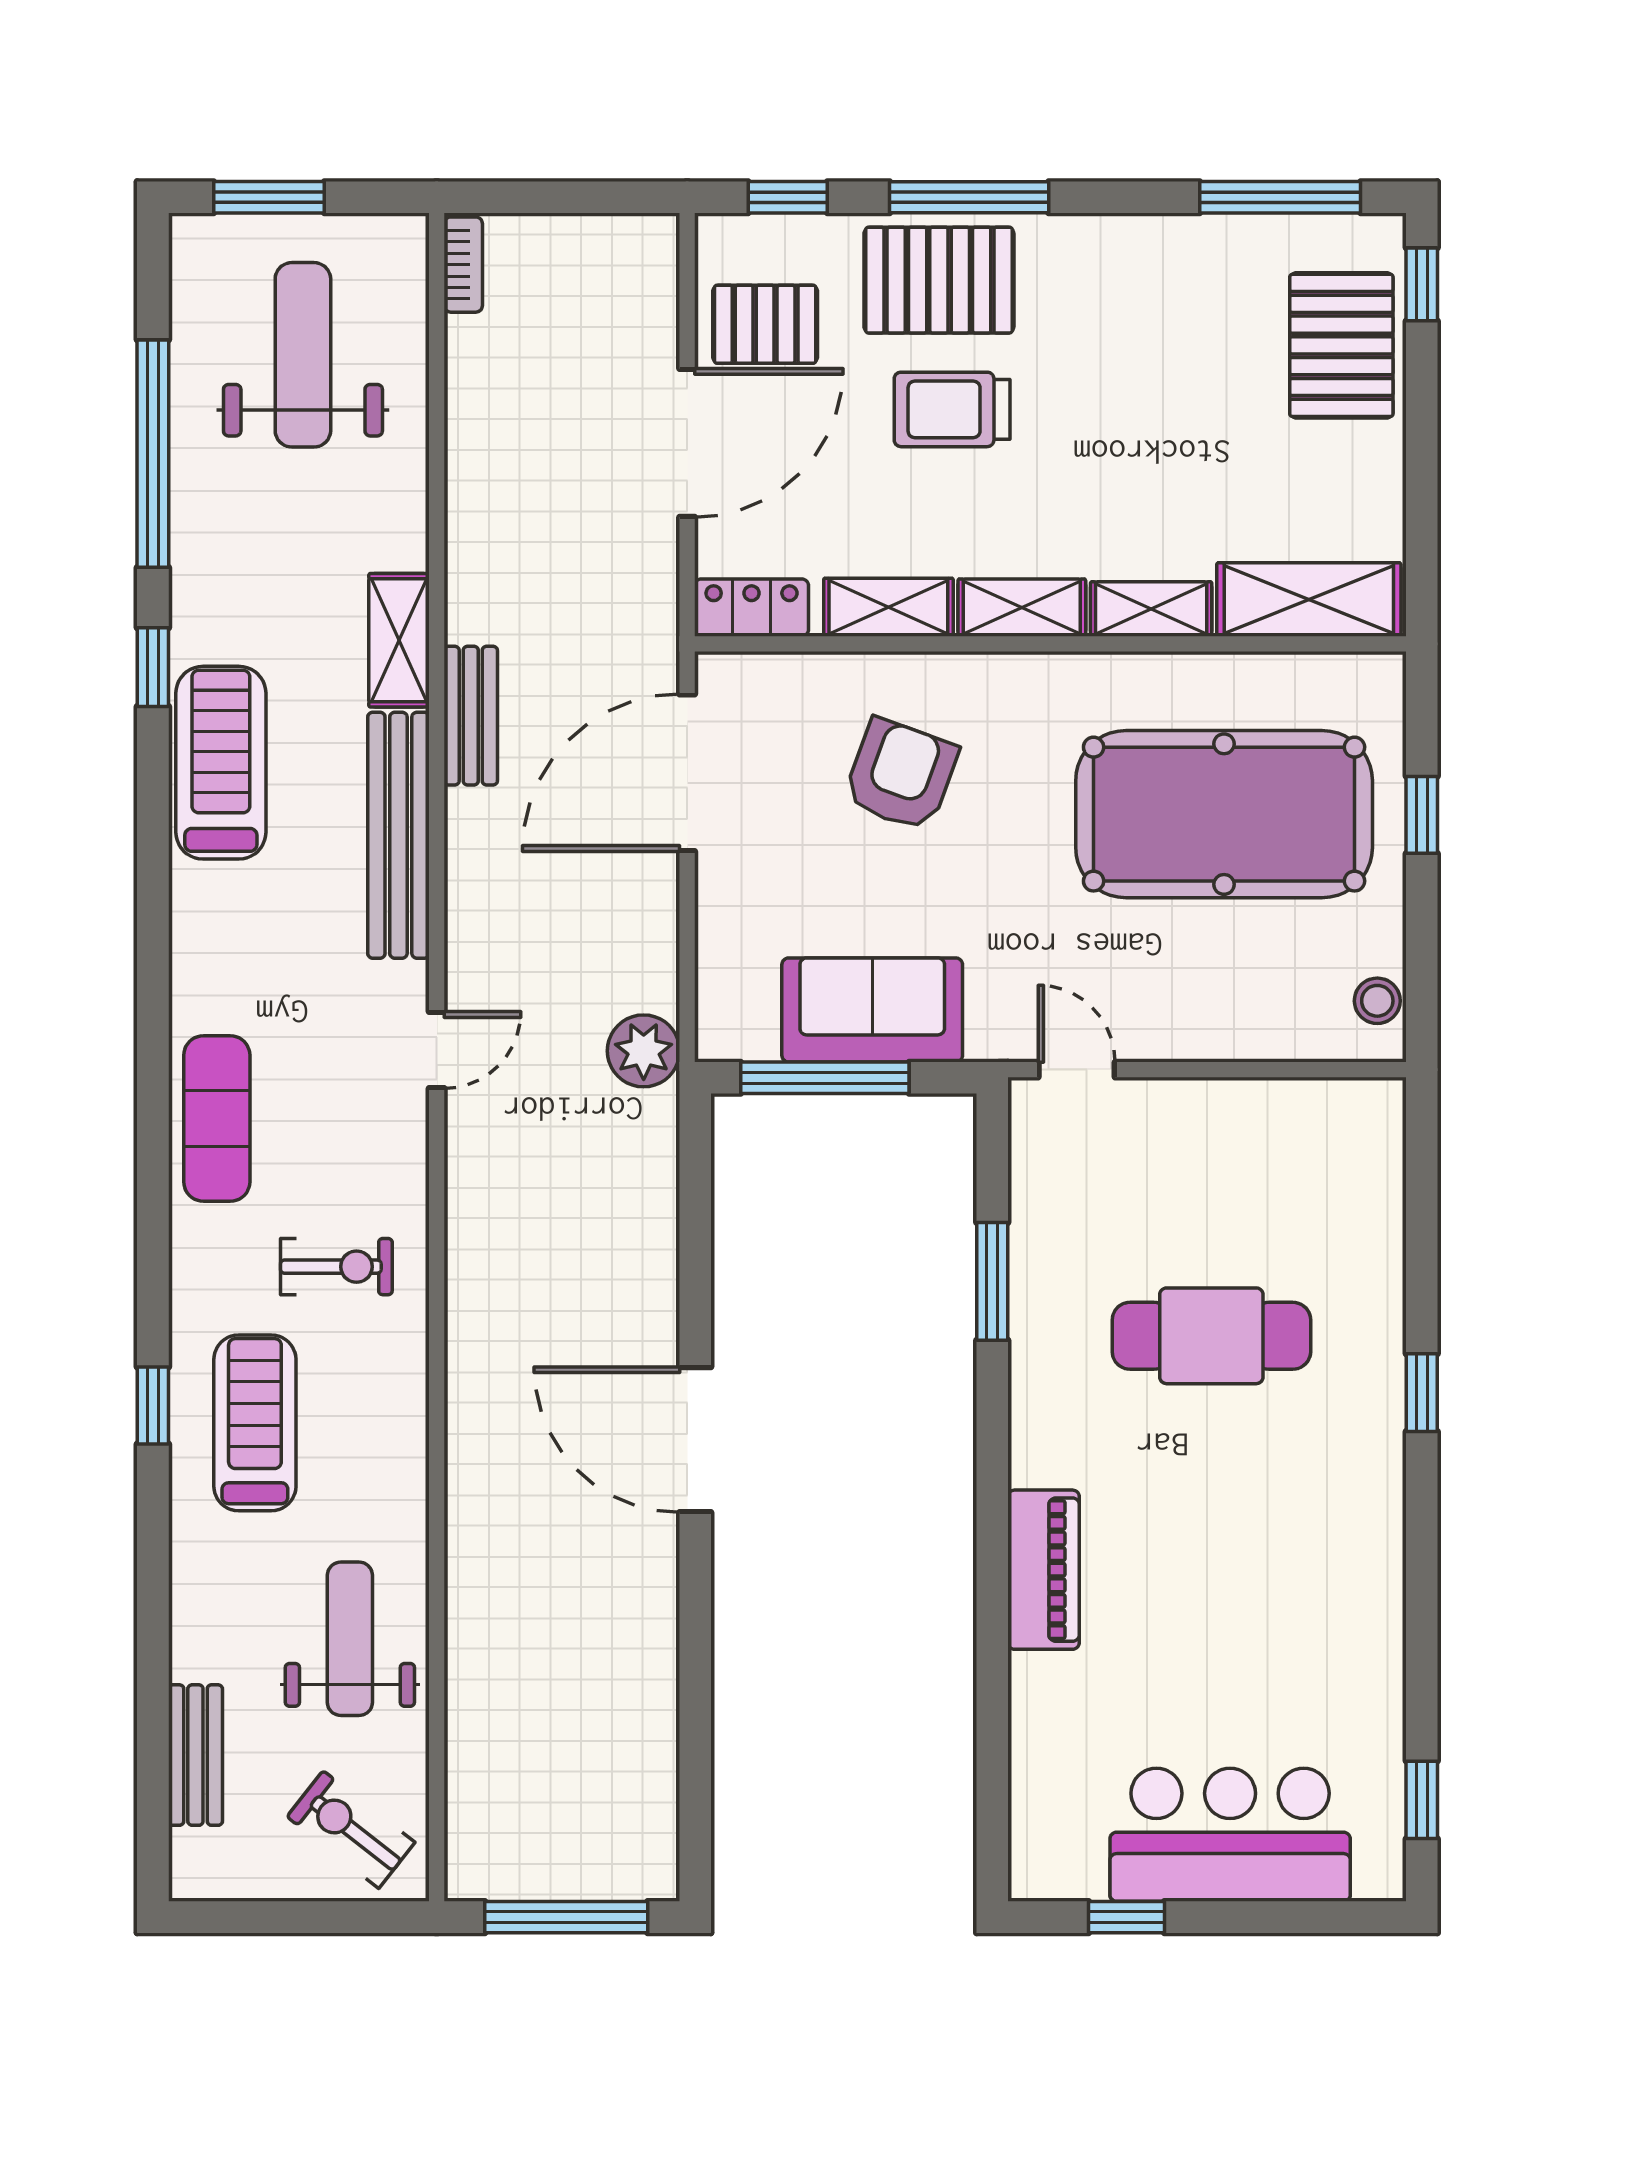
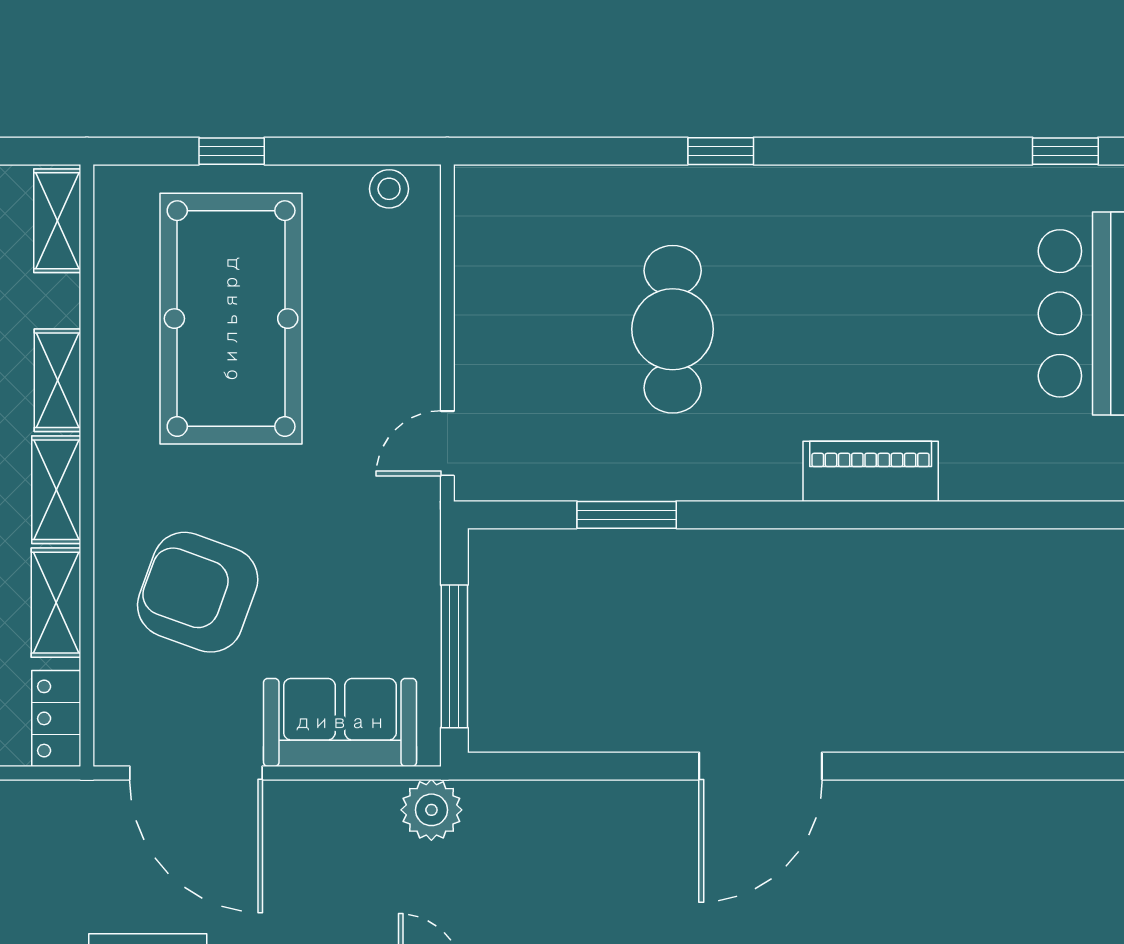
shelving: (1309, 599) -> (57, 221), width x0.67, depth x0.75
armchair: (901, 775) -> (198, 592), width x1.36, depth x1.36
sofa: (872, 1010) -> (340, 722), moved, turned 90

